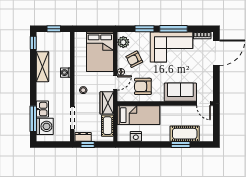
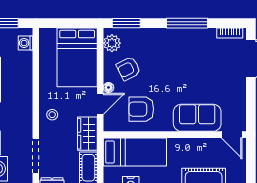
window: (145, 29) -> (126, 23), moved
corner sofa: (172, 47) -> (184, 50), removed
washing machine: (65, 73) -> (25, 43), moved

